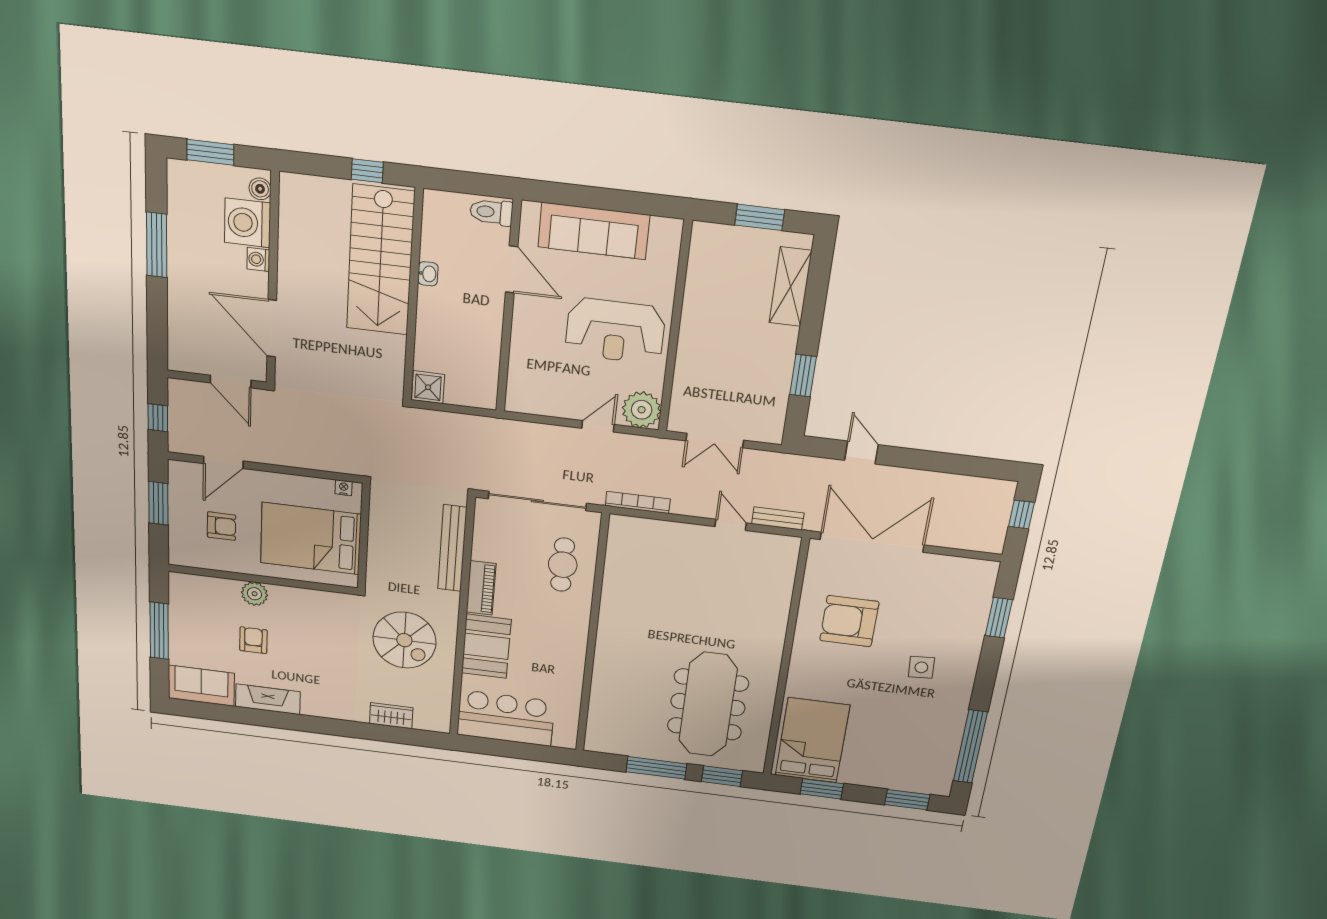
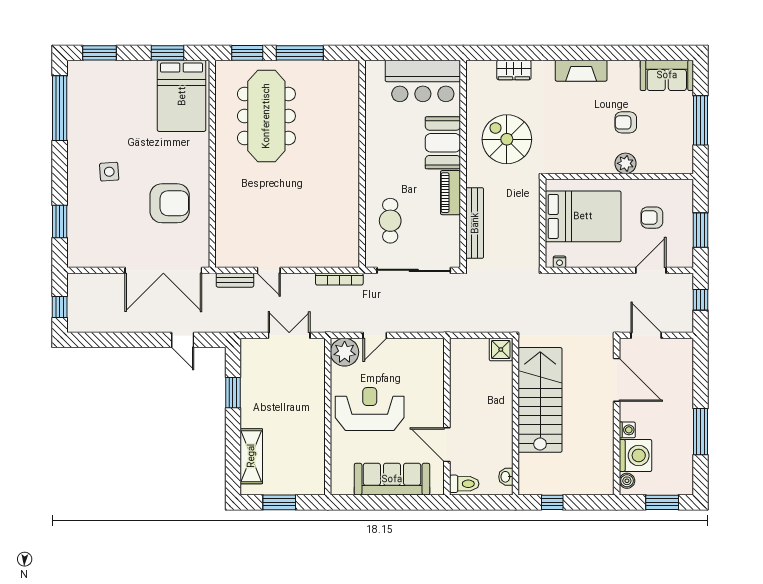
stairs: (380, 260) -> (540, 400), moved
washbasin: (428, 274) -> (506, 477), moved
armchair: (253, 640) -> (626, 122), turned 90
fireplace: (268, 699) -> (581, 71), moved

